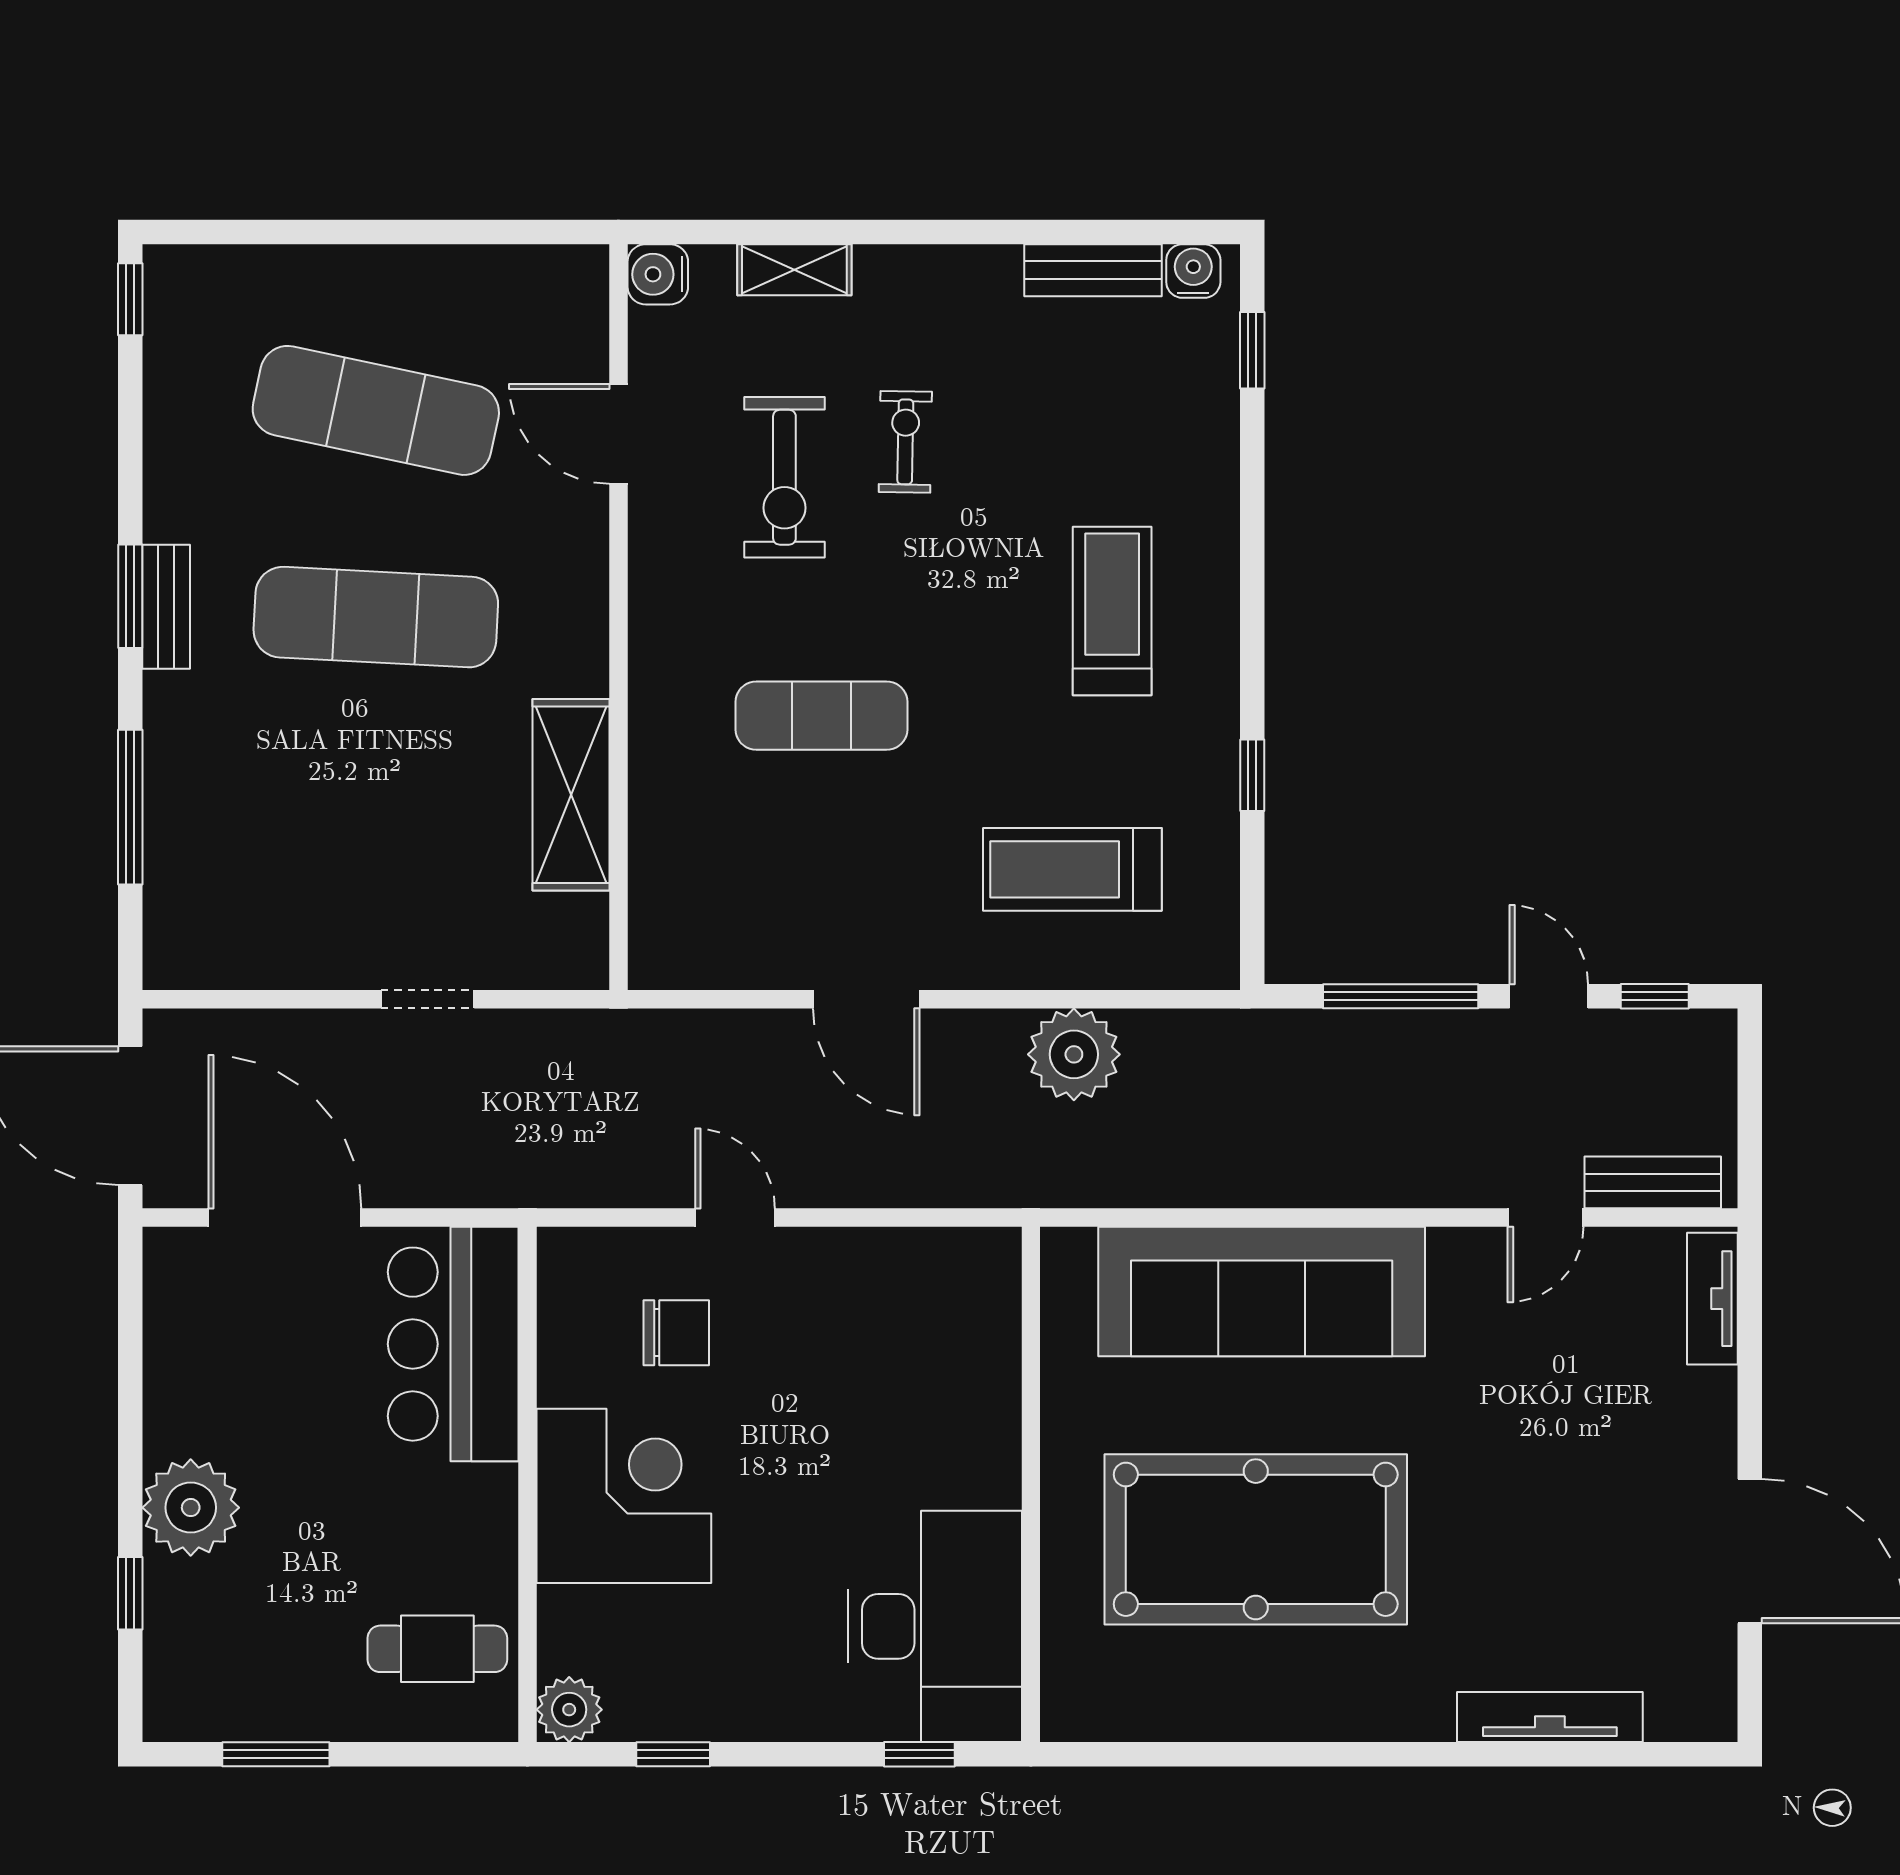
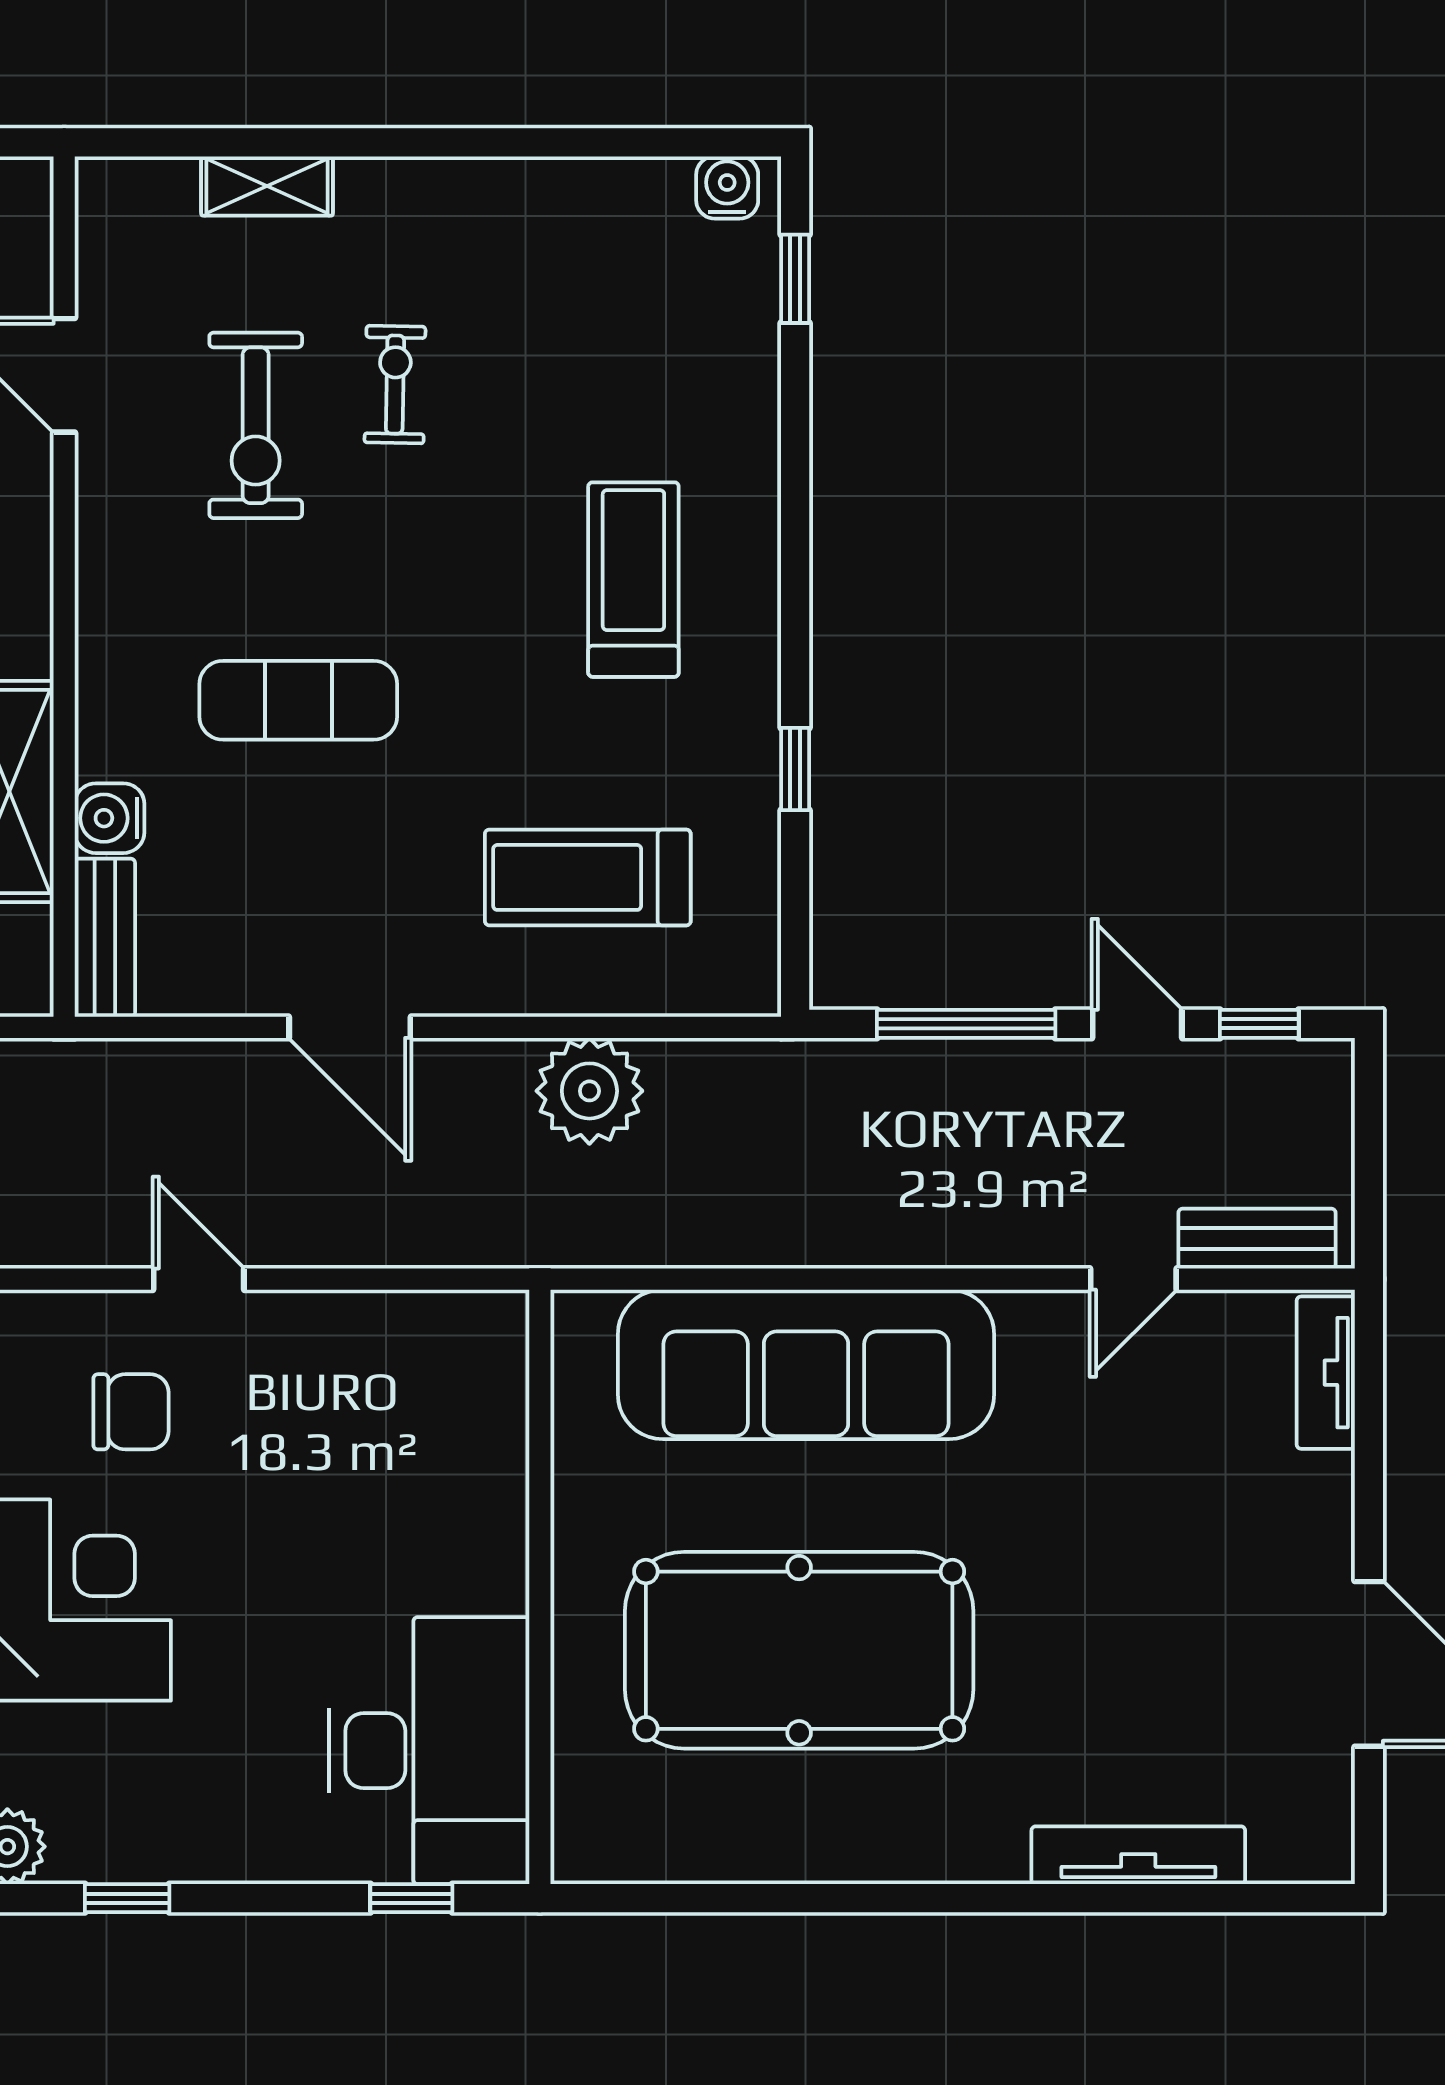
bench: (1093, 270) -> (105, 938), moved, turned 90
water cooler: (658, 274) -> (110, 818), moved

